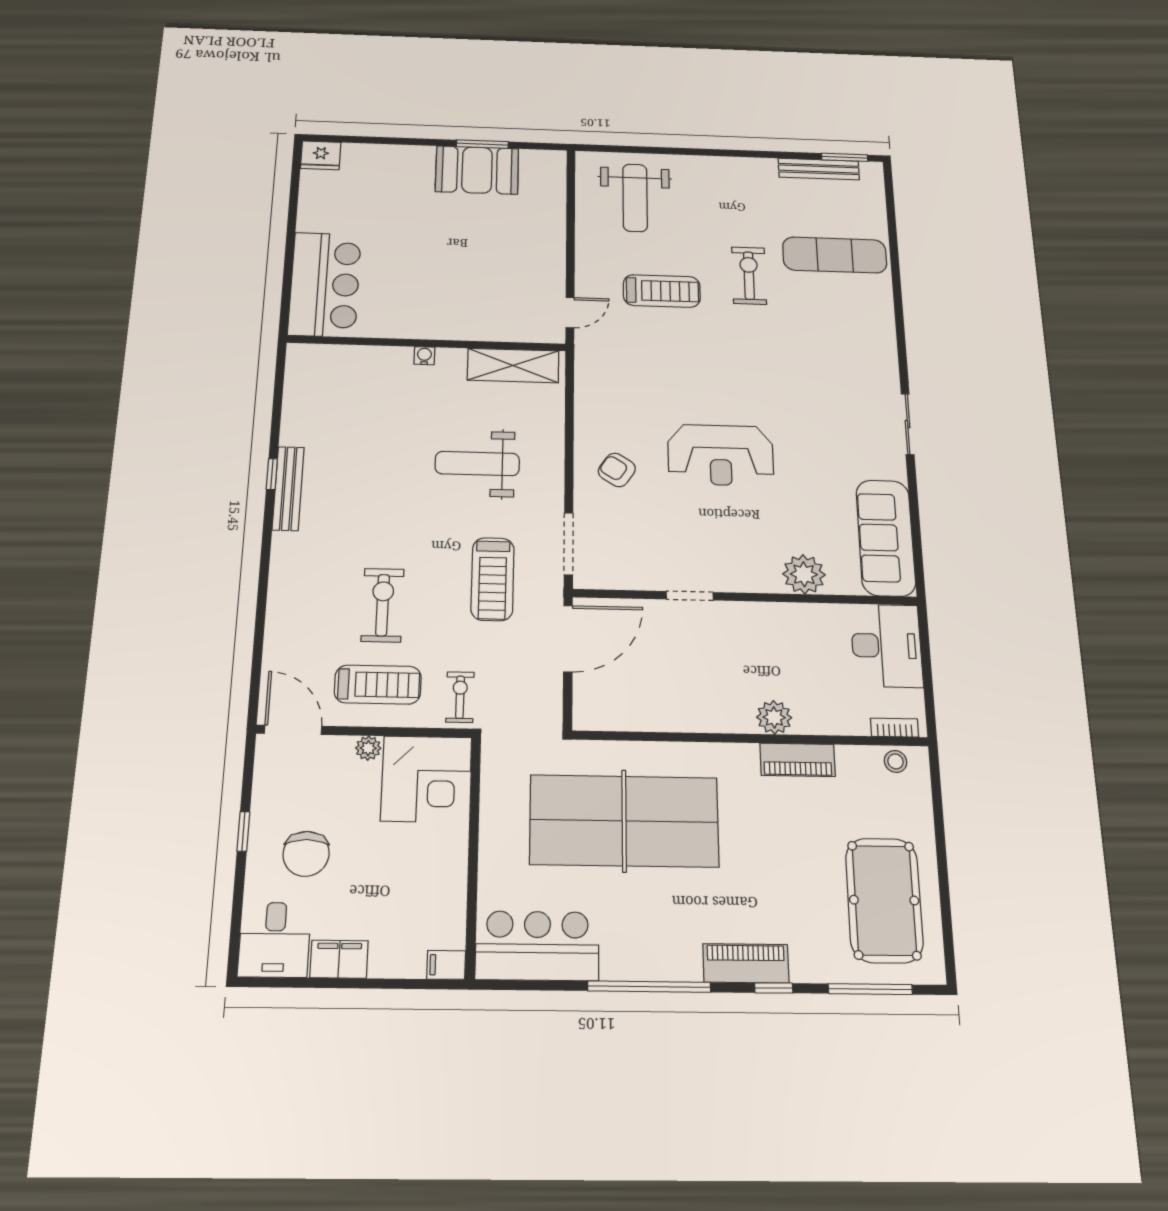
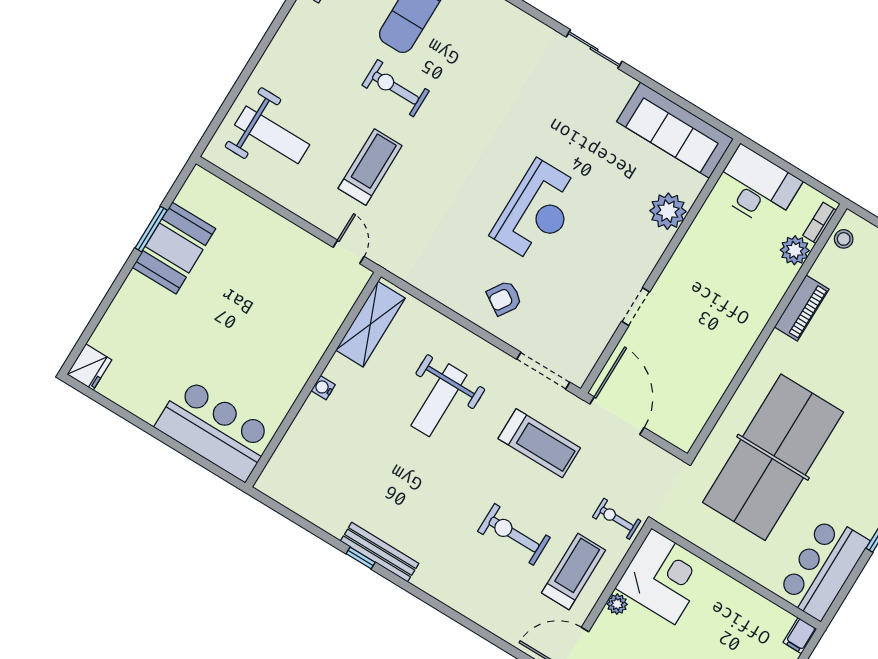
plant: (774, 717) -> (795, 250), moved

